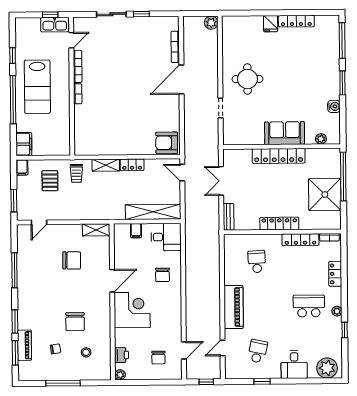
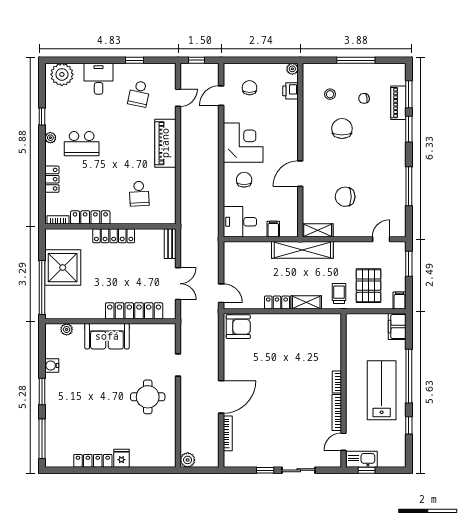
locker: (279, 156) -> (134, 311), moved
pallet: (50, 181) -> (369, 286), width x1.50, depth x1.42
shelving: (153, 212) -> (302, 250), moved
corner desk: (132, 310) -> (243, 143), moved, turned 180

